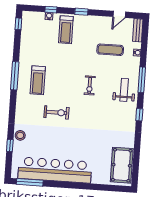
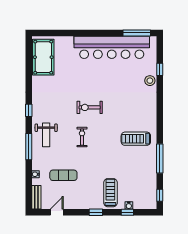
window: (15, 76) -> (160, 158), moved
treadmill: (38, 80) -> (136, 139), turned -90
exercise bike: (56, 112) -> (90, 107), moved

